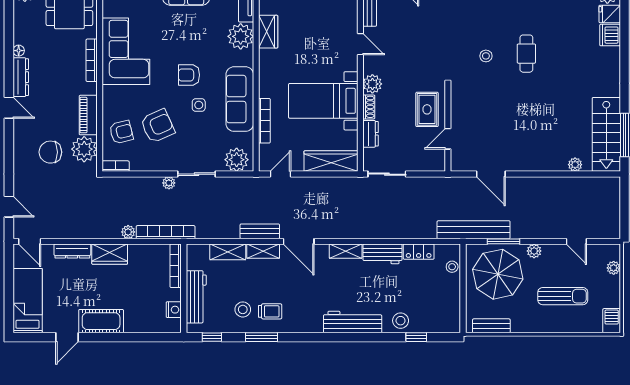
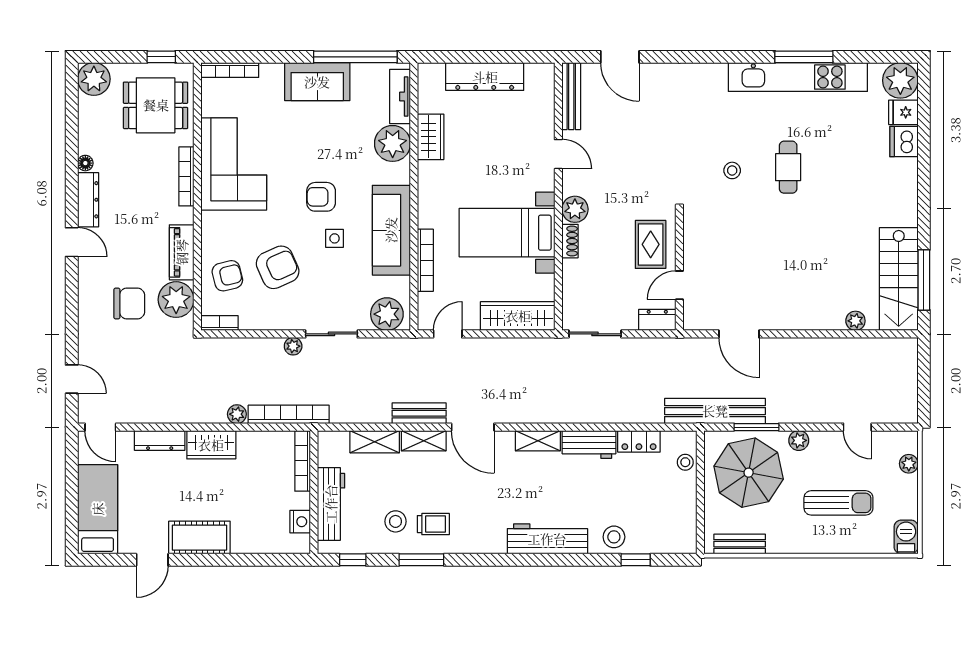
dresser: (370, 134) -> (657, 320), moved, turned -90
chair: (50, 152) -> (129, 304), turned 180

